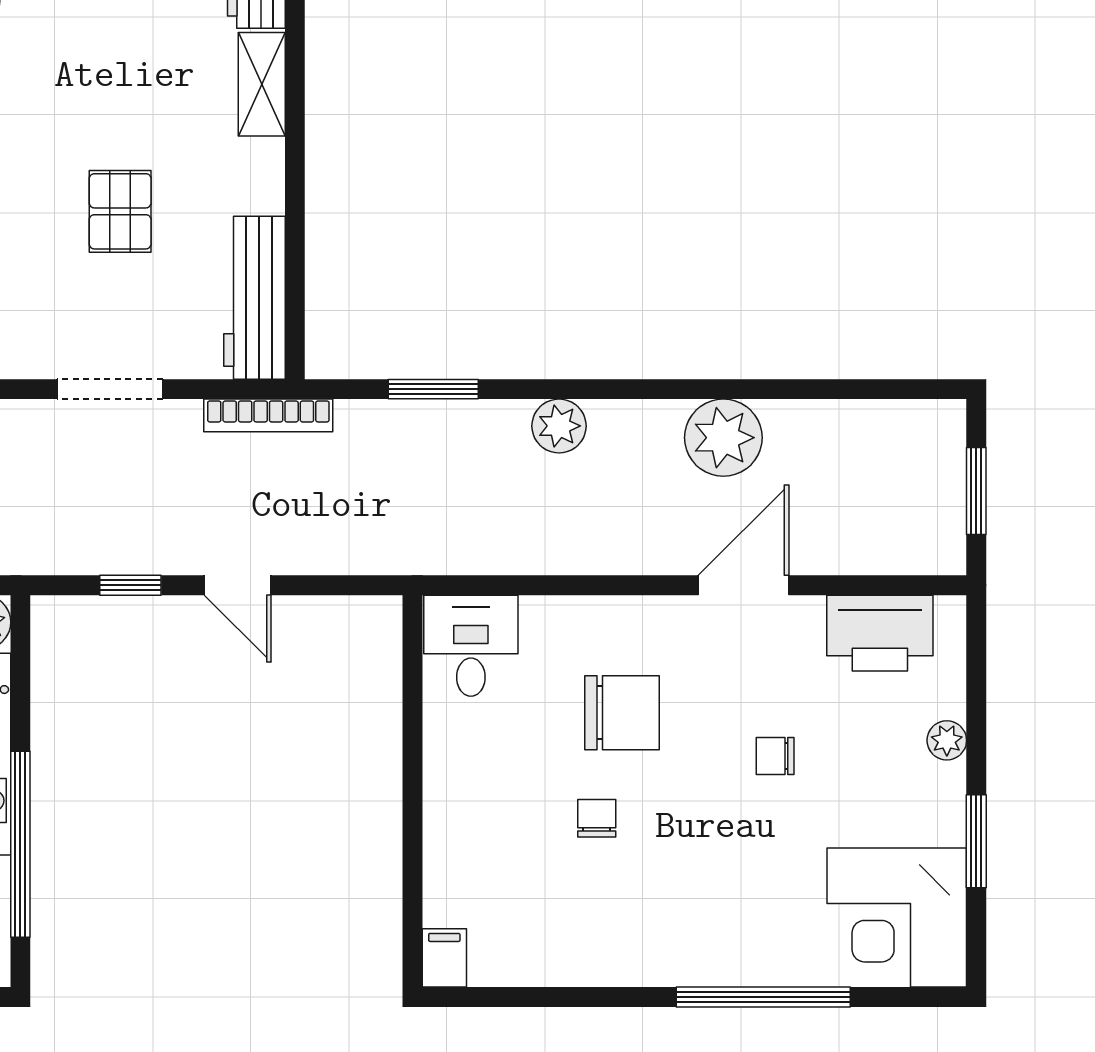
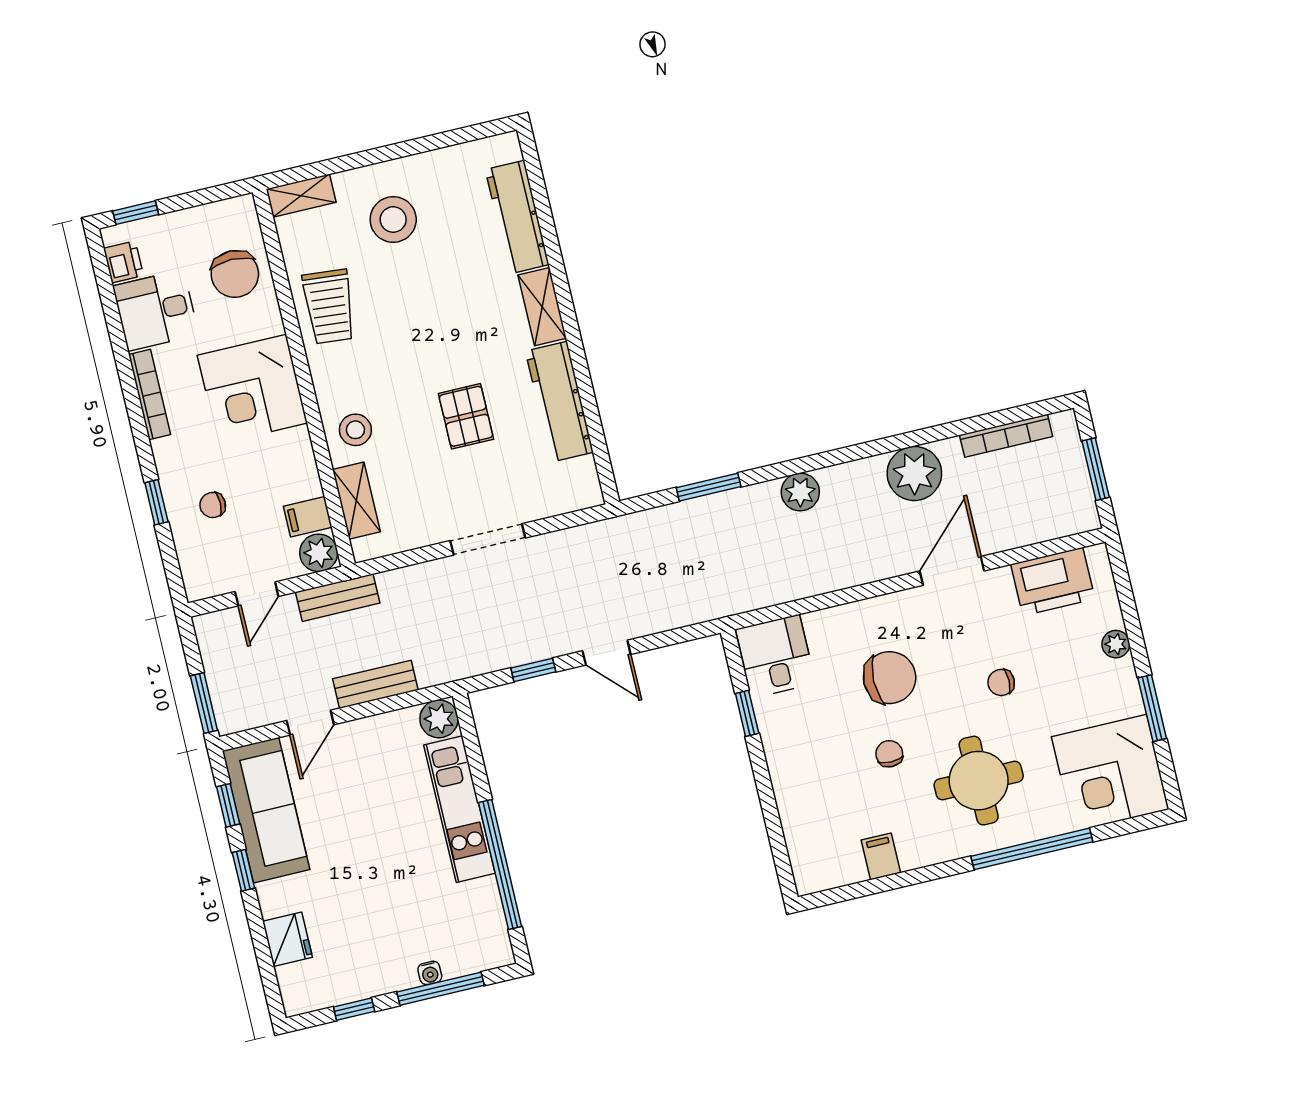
workbench: (254, 298) -> (559, 402), moved
bookcase: (268, 415) -> (1006, 436), moved
window: (413, 716) -> (747, 713), added
round table: (712, 885) -> (979, 781), added
filing cabinet: (444, 958) -> (881, 856), moved

